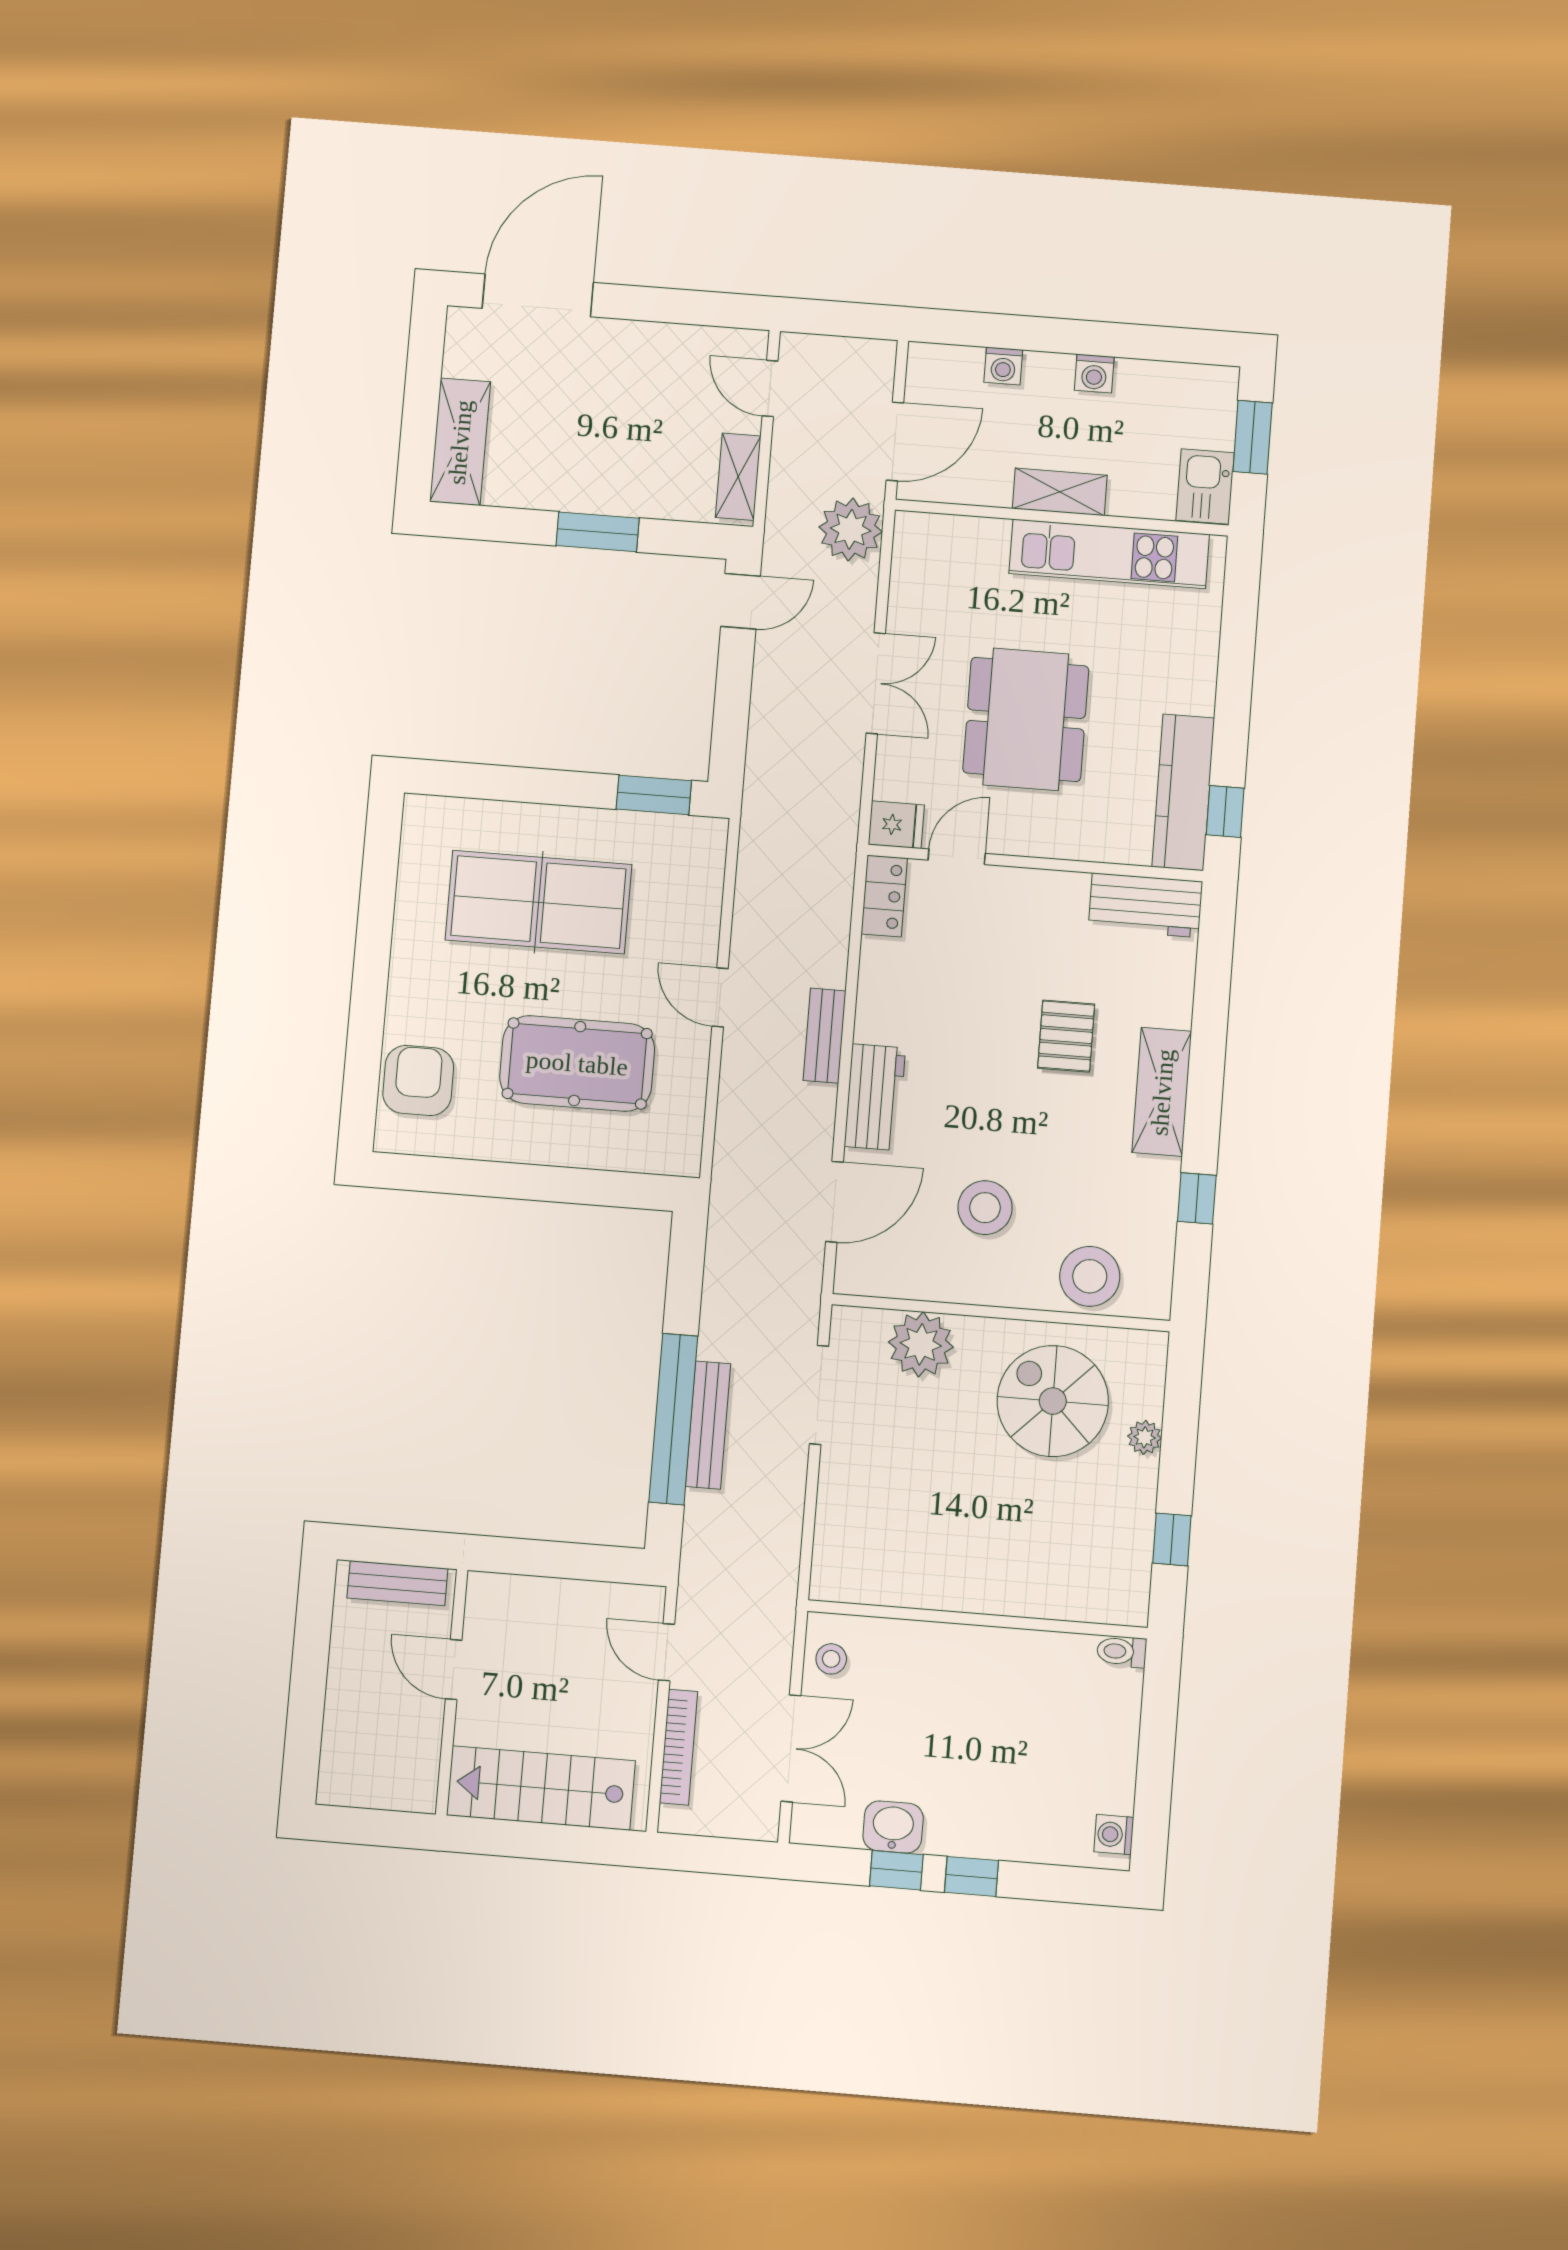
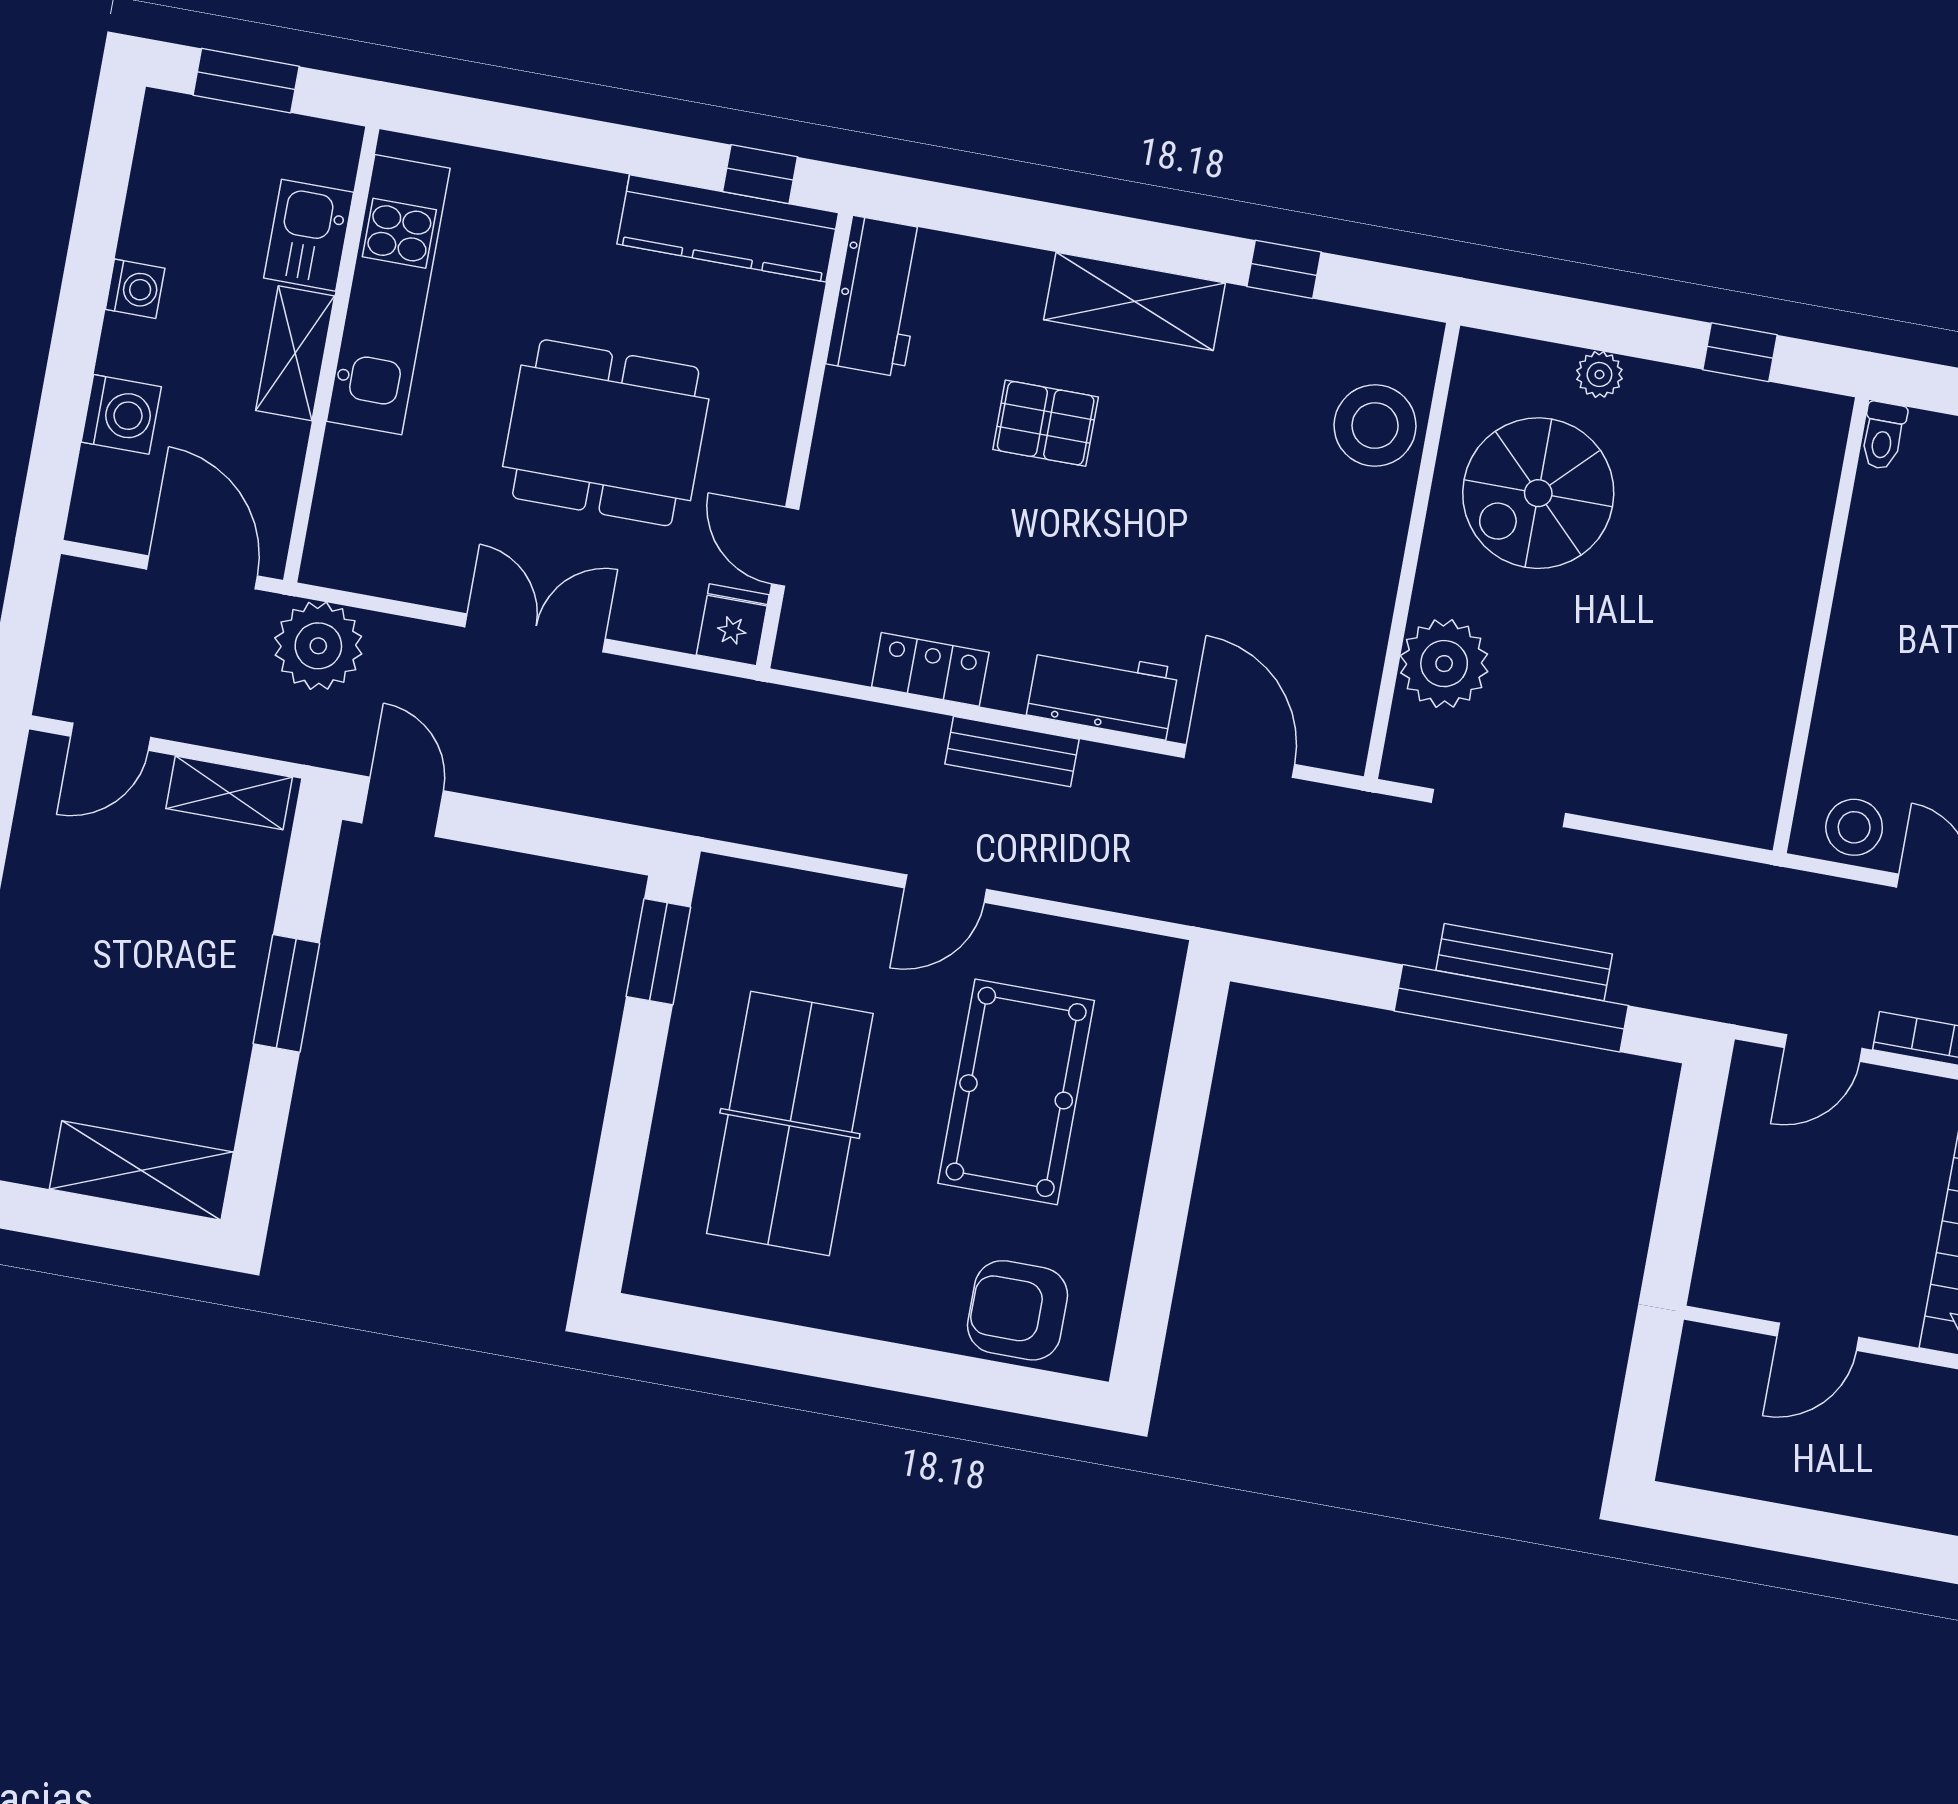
washing machine: (1003, 366) -> (121, 414), width x1.38, depth x1.38
kitchen sink: (1205, 486) -> (309, 235), moved, turned 90
locker: (884, 896) -> (930, 669), moved
stool: (985, 1208) -> (1268, 558), removed
bench: (397, 1583) -> (1695, 1402), removed
stool: (831, 1659) -> (1854, 827), width x1.37, depth x1.37

